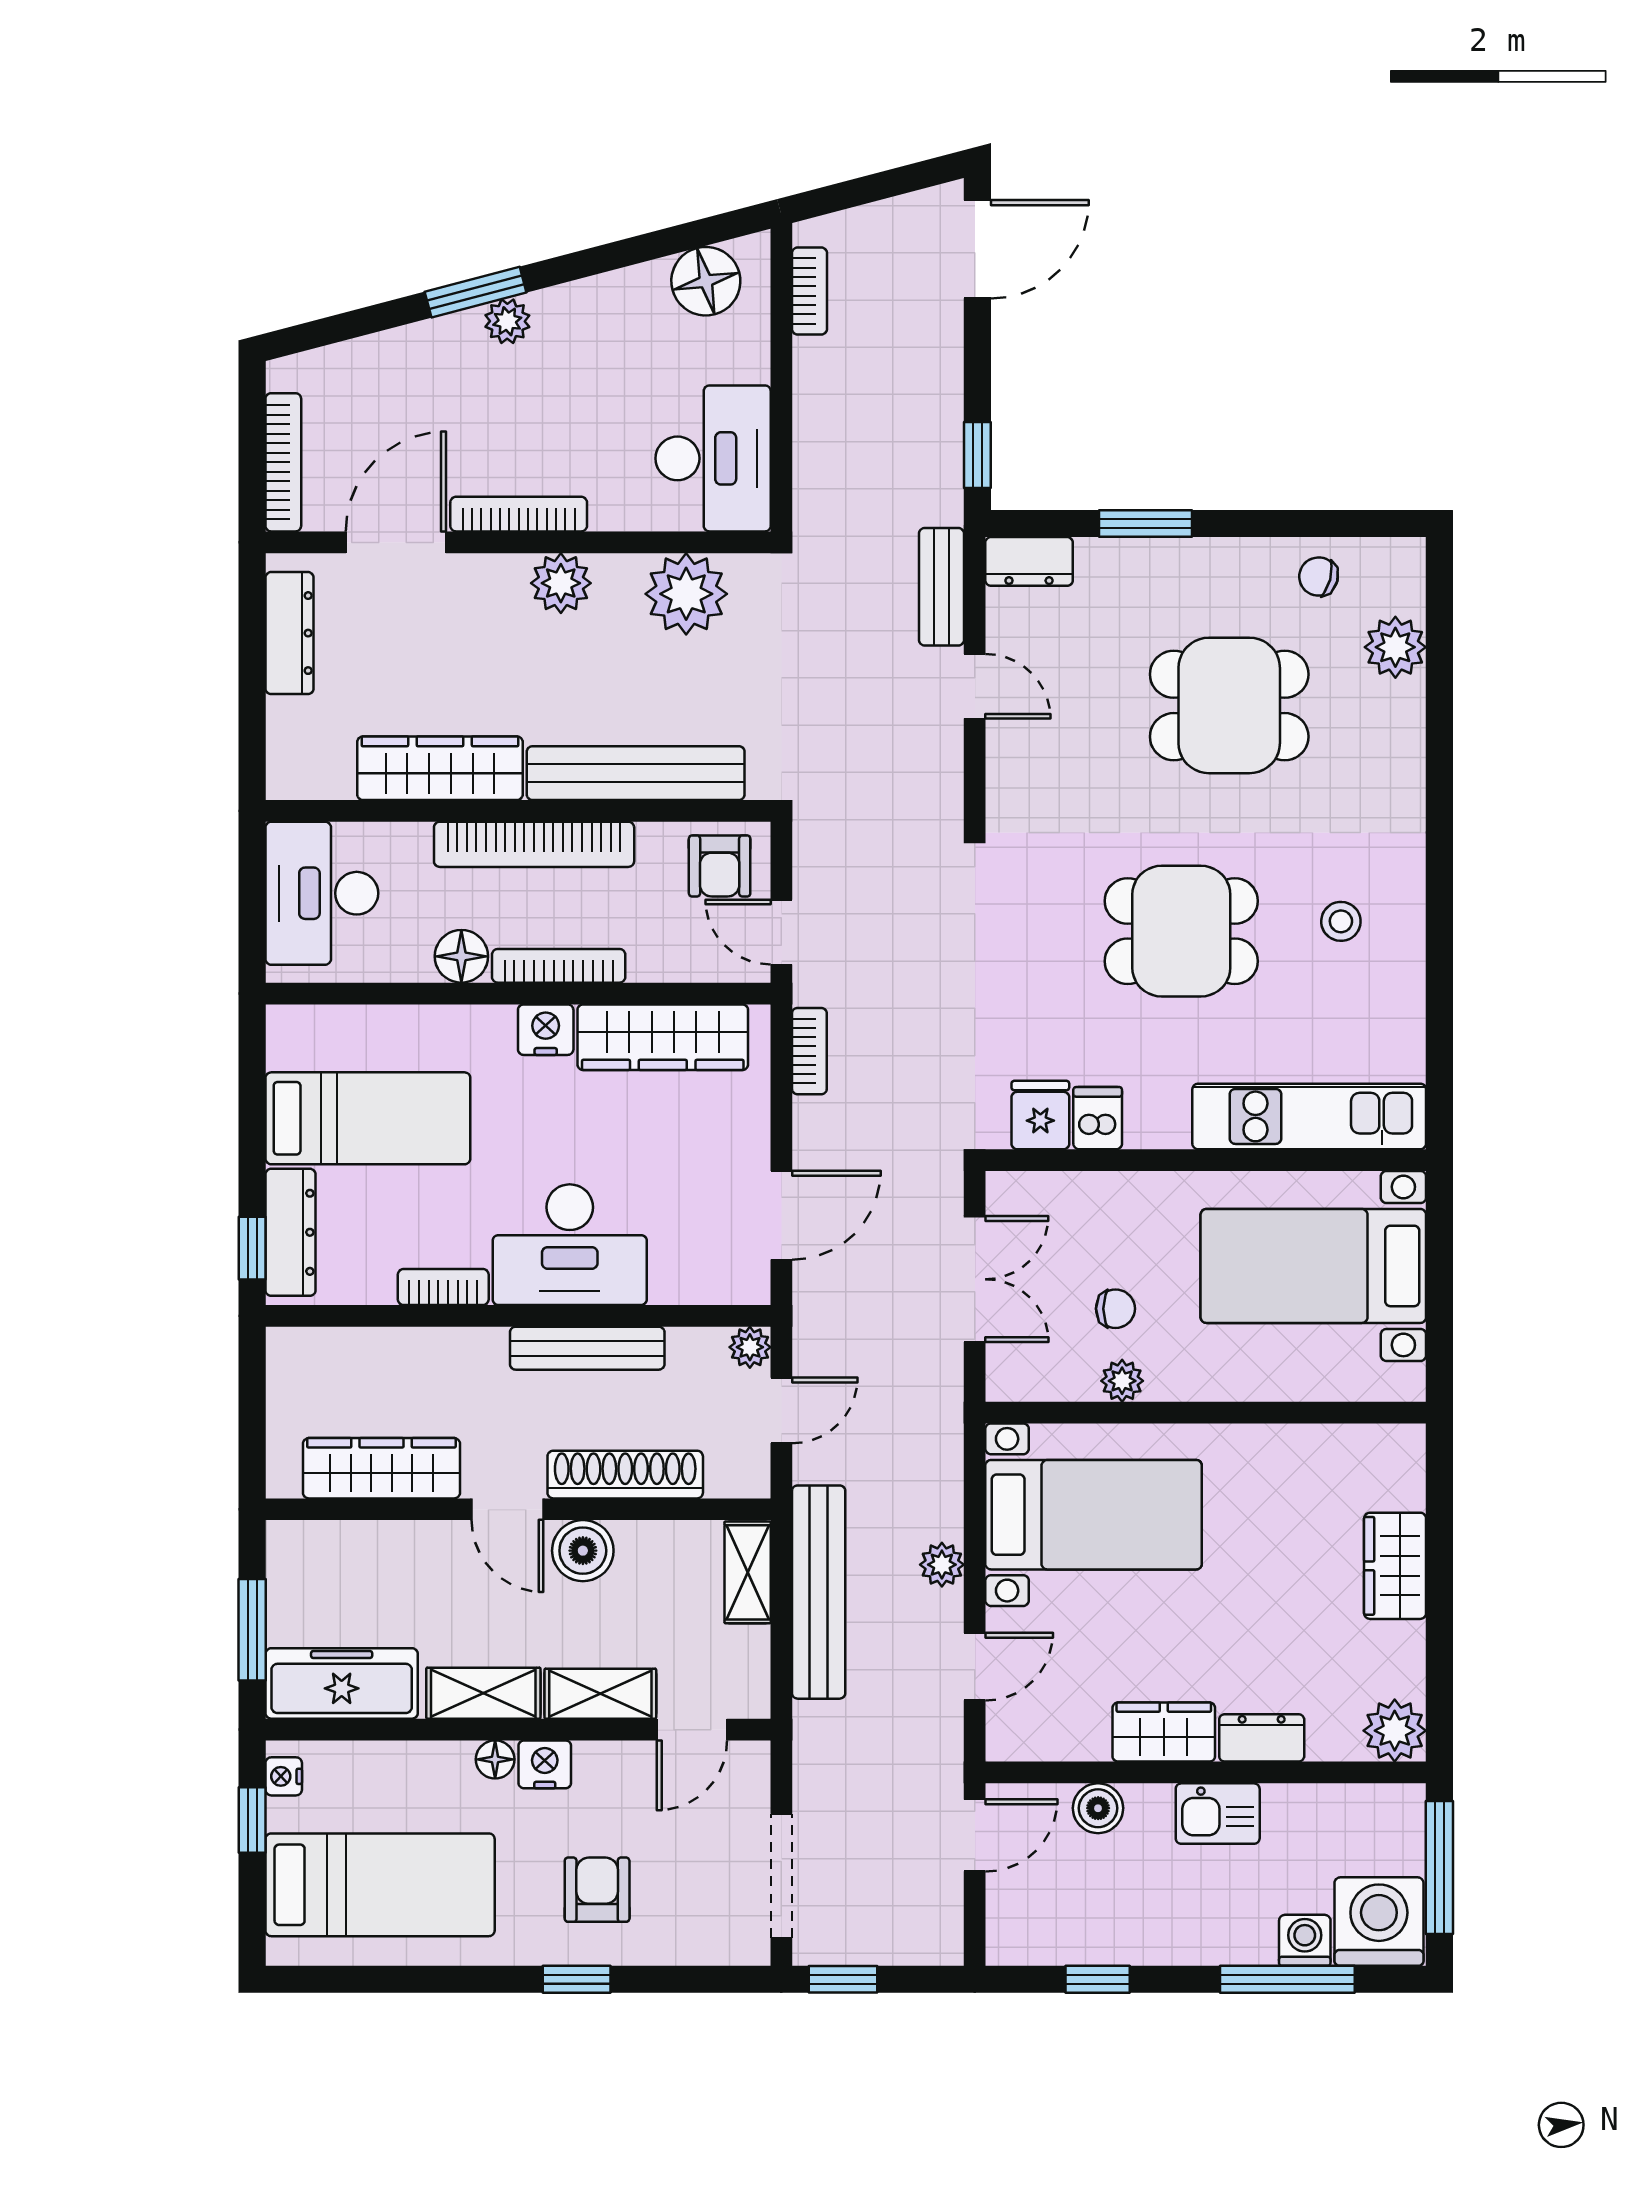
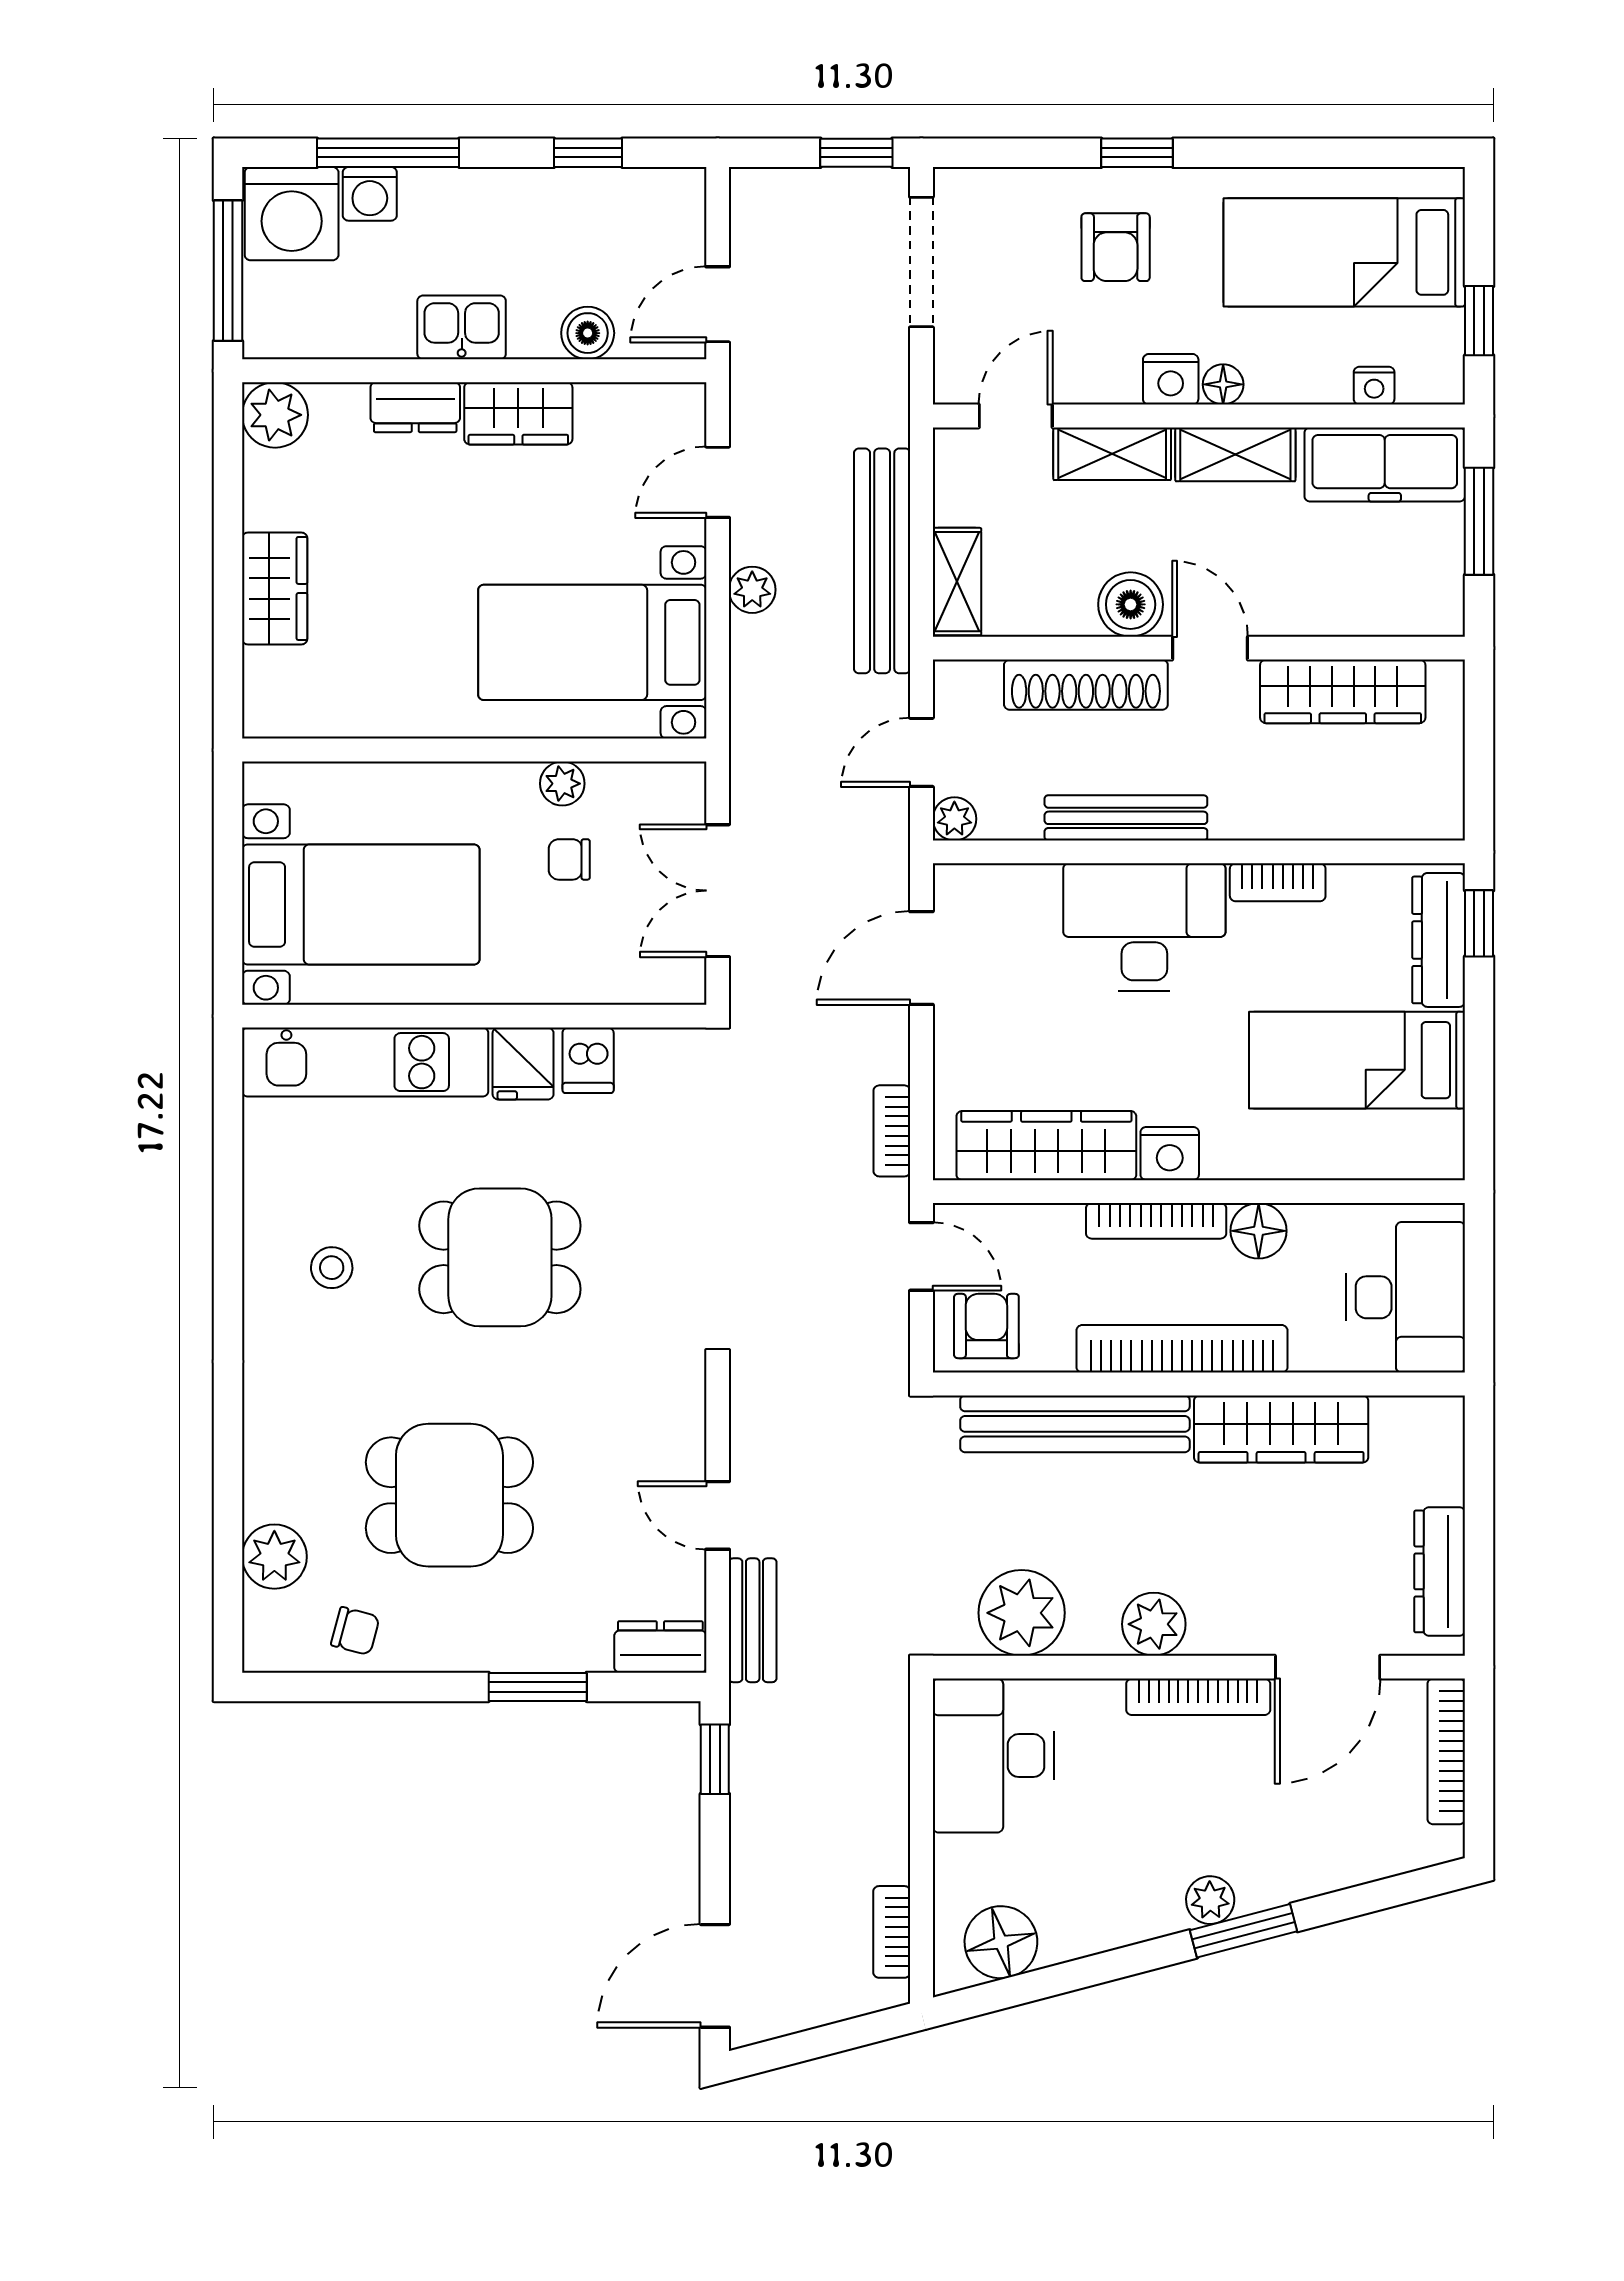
fridge: (1040, 1115) -> (523, 1064), moved
nightstand: (284, 1776) -> (1374, 386), moved, turned 90

